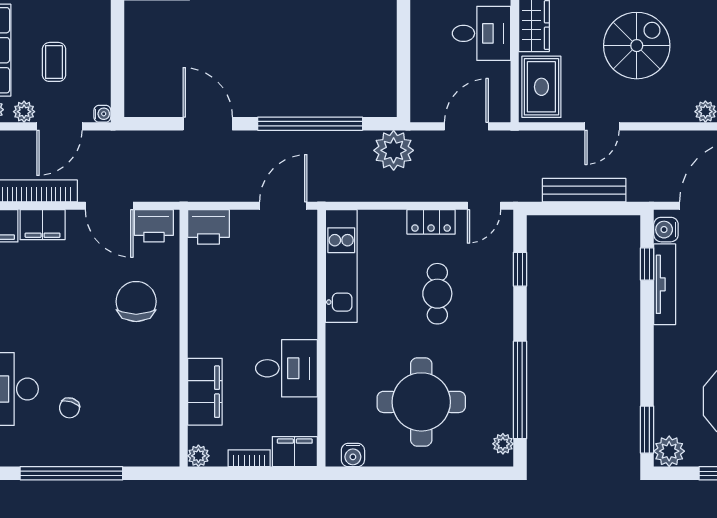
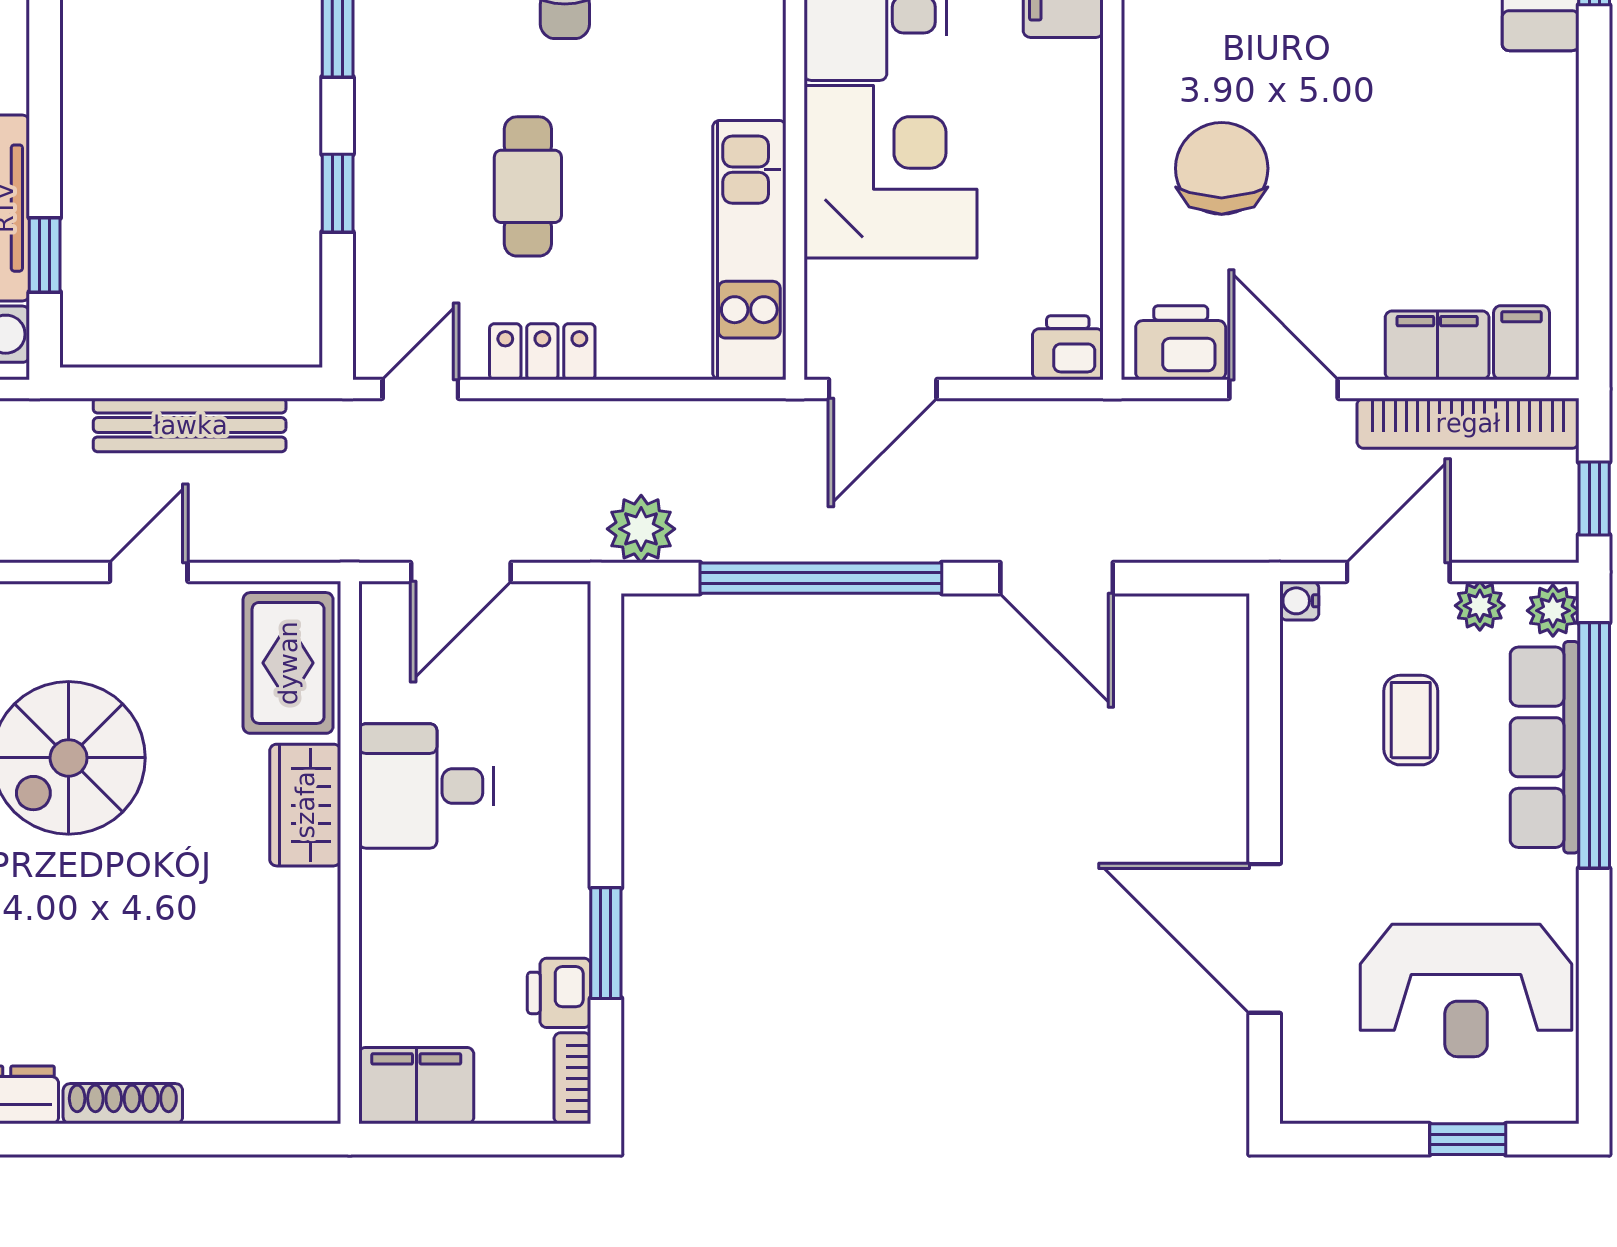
plant: (394, 150) -> (641, 529), width x0.73, depth x0.73
printer: (208, 227) -> (1068, 348), width x0.73, depth x0.81
window: (520, 269) -> (338, 193), moved
corner desk: (280, 300) -> (891, 172), added
chair: (136, 302) -> (1222, 168), turned 180

